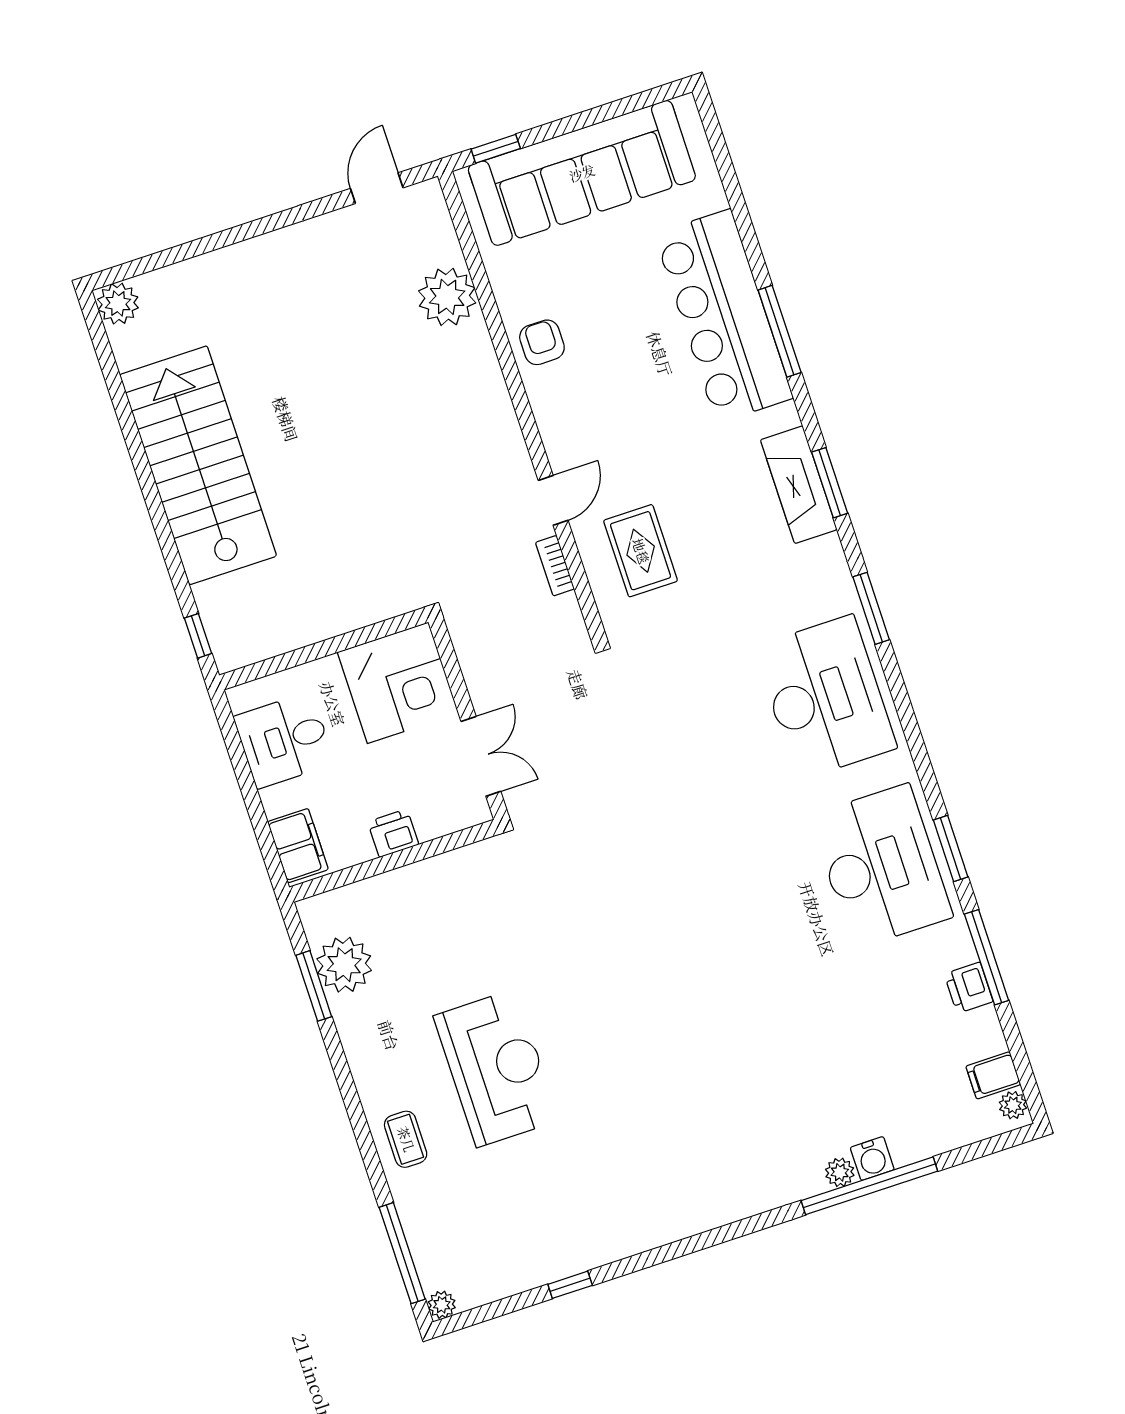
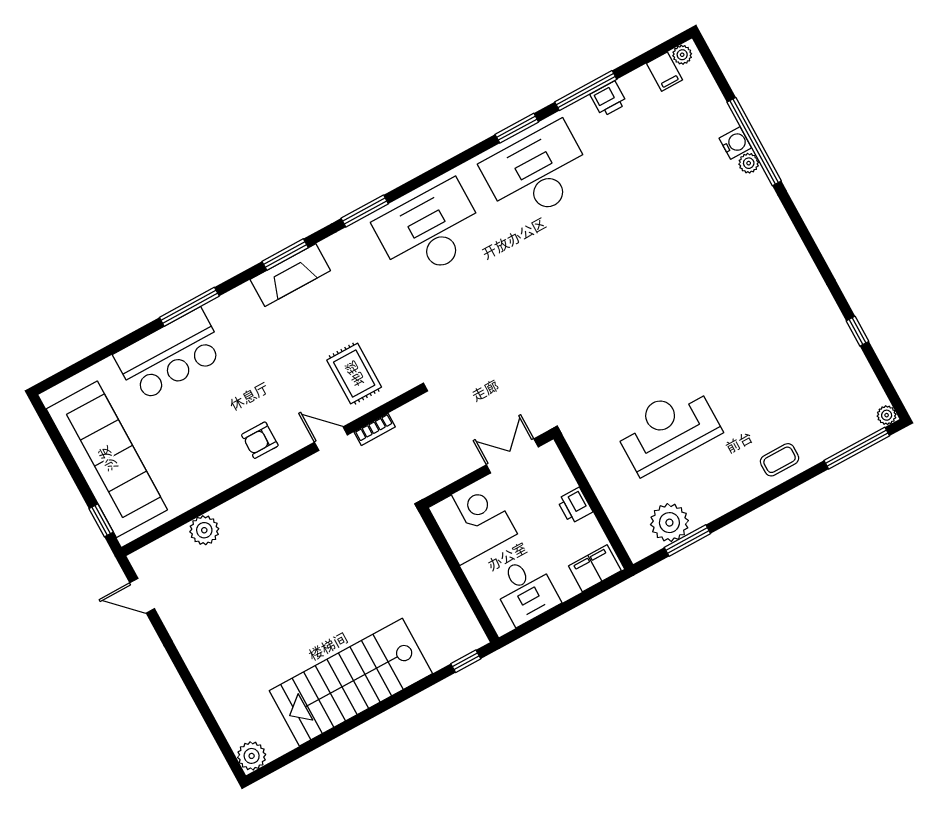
plant: (447, 297) -> (204, 530), width x0.73, depth x0.73
bar counter: (724, 316) -> (170, 355), width x0.73
armchair: (542, 342) -> (260, 440), moved
rug: (641, 551) -> (354, 374), turned 90
reception desk: (496, 1068) -> (668, 429), moved

